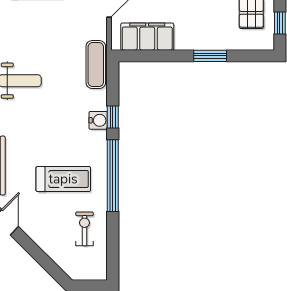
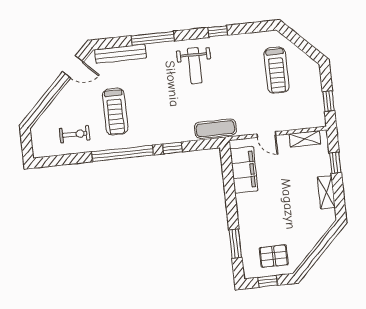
window: (210, 56) -> (235, 244), moved
water cooler: (98, 120) -> (168, 136), removed

